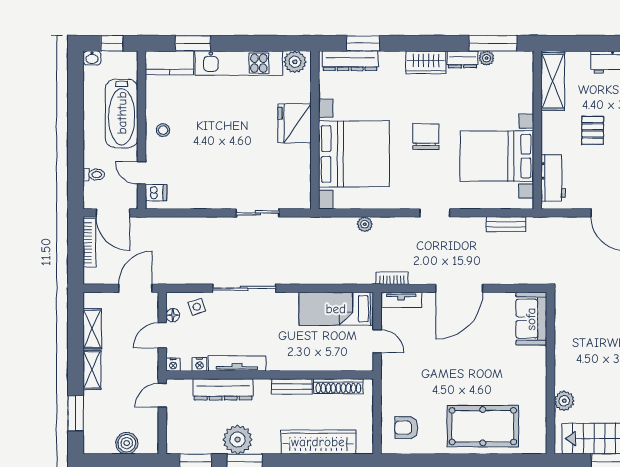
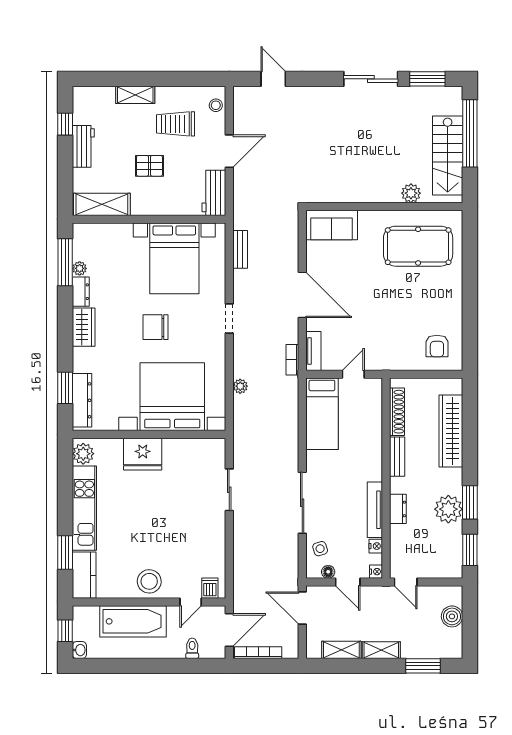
stool: (163, 130) -> (149, 581), width x1.89, depth x1.89
workbench: (553, 178) -> (214, 193), moved, turned -90
dresser: (223, 389) -> (398, 509), width x0.51, depth x0.80
pool table: (483, 426) -> (418, 246), moved, turned 90

